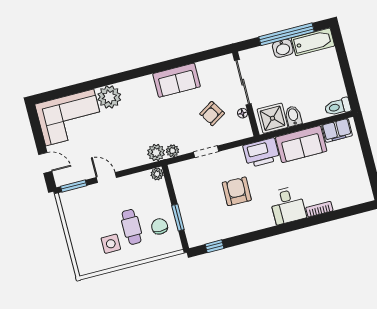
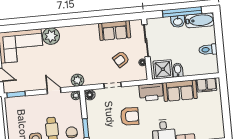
sofa: (177, 80) -> (115, 30), moved
toilet: (338, 107) -> (208, 50), moved
plant: (172, 151) -> (89, 81), removed
floor lamp: (176, 170) -> (90, 95), added
door: (106, 178) -> (54, 91), moved
armchair: (237, 191) -> (130, 116), turned 91

